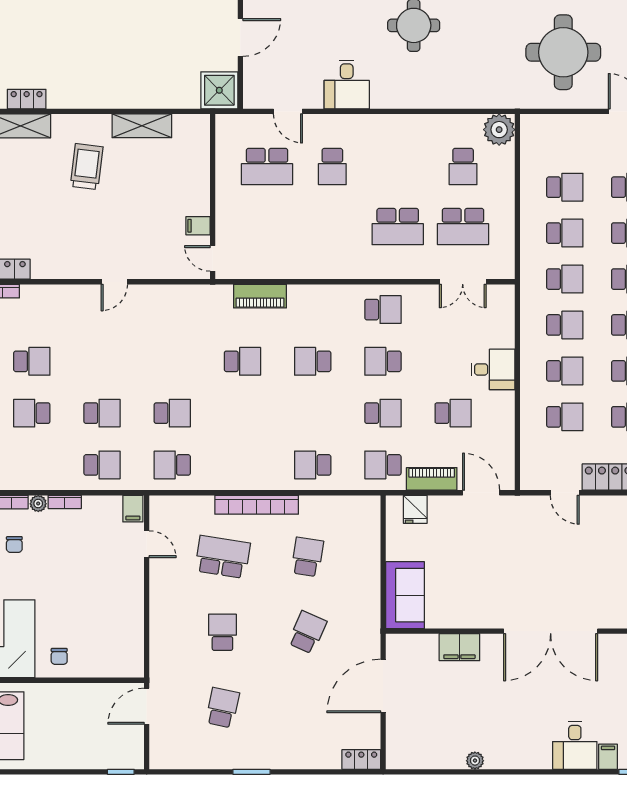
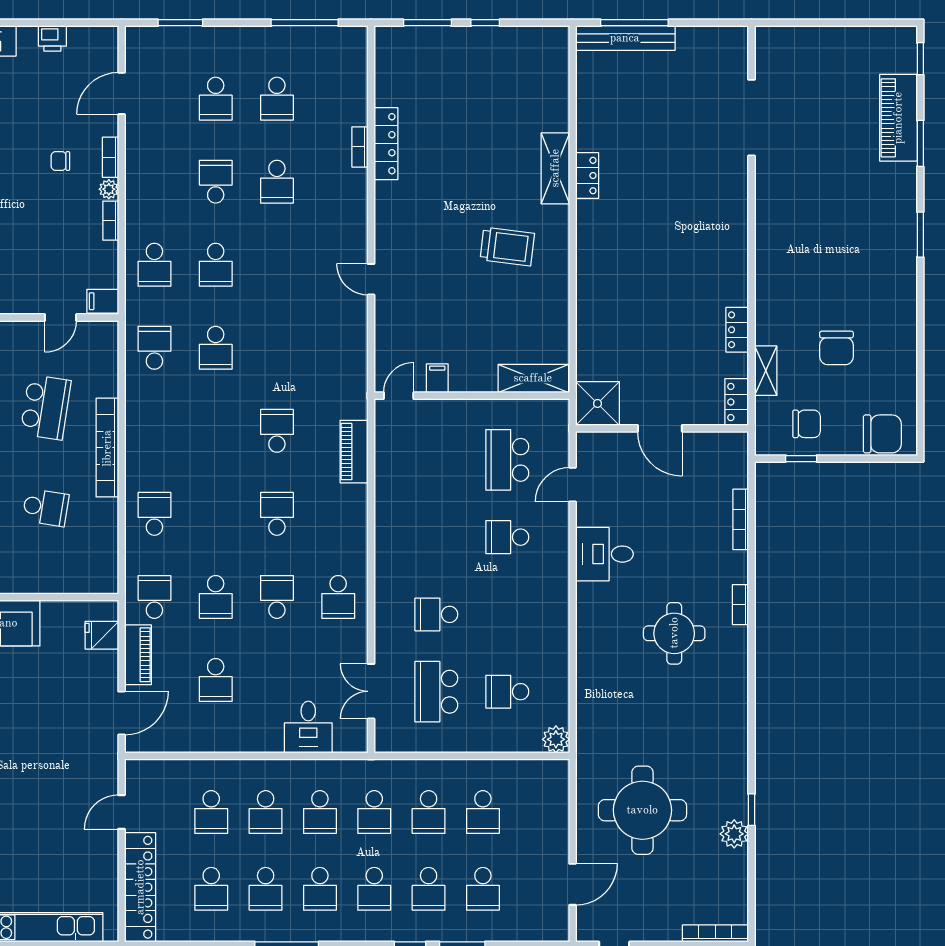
shelving: (142, 126) -> (533, 378), moved, turned 90
plant: (499, 130) -> (556, 739), width x0.73, depth x0.73
school desk: (398, 227) -> (436, 614), width x0.54
school desk: (242, 361) -> (277, 431), turned 180
desk: (493, 369) -> (308, 727), moved

